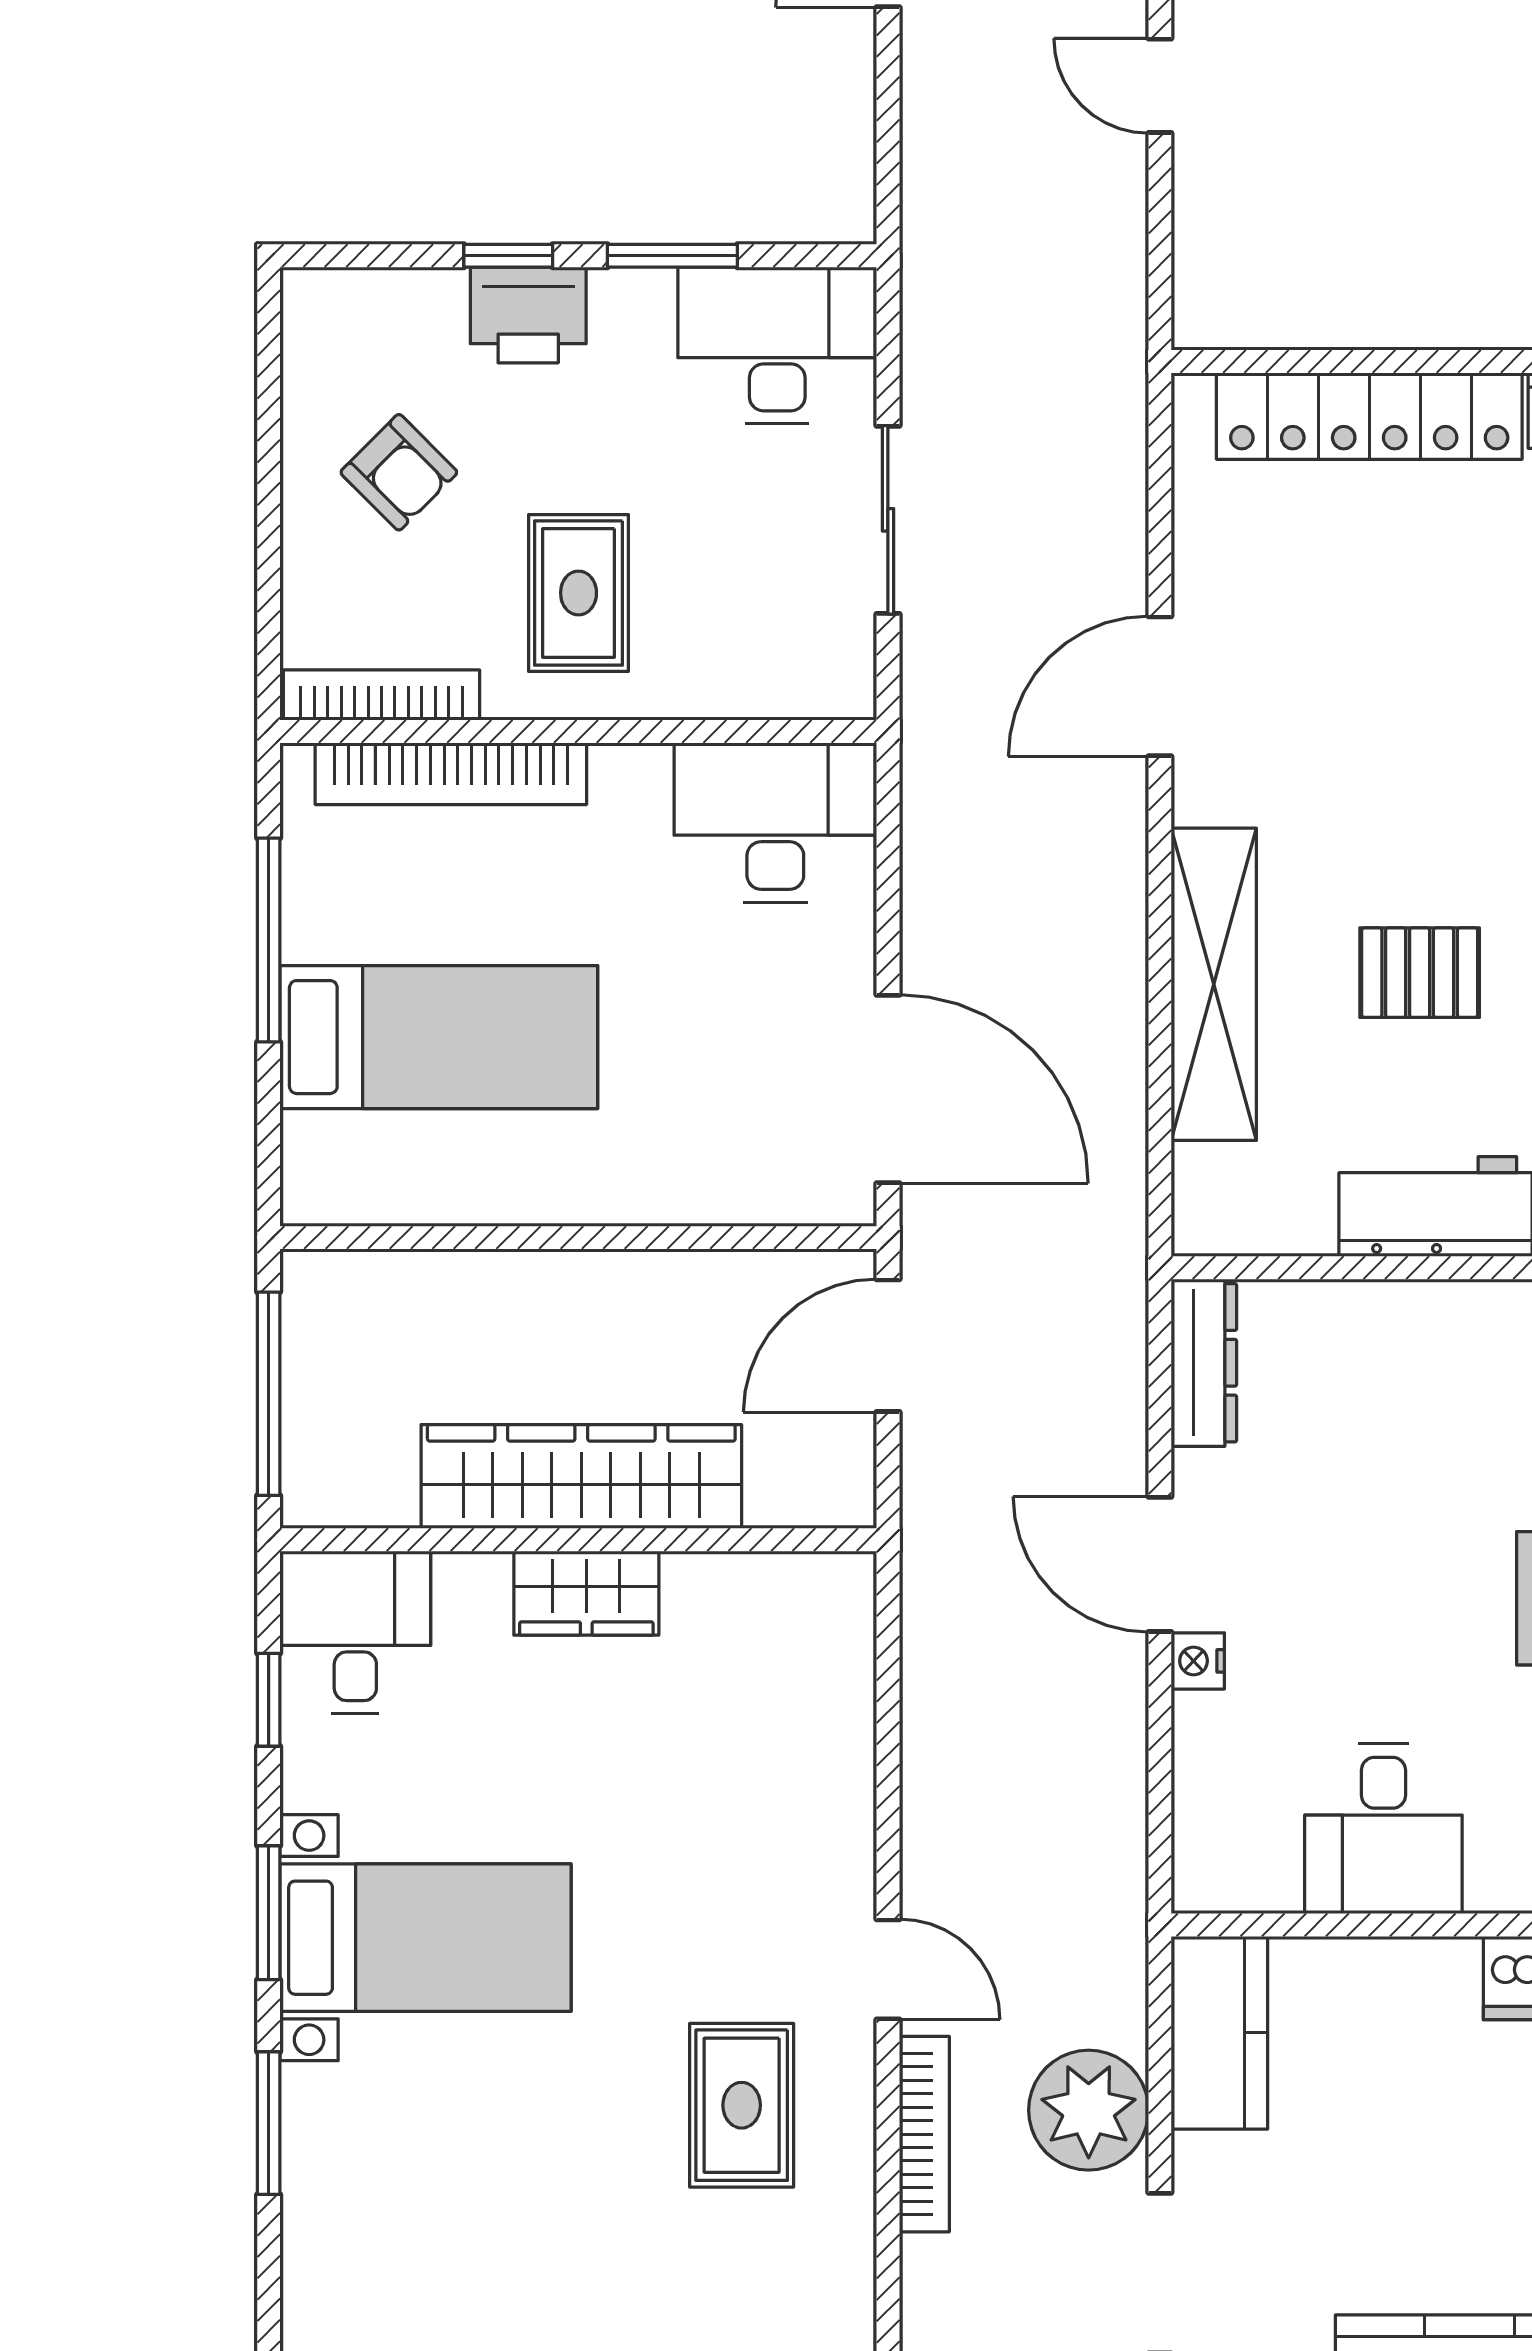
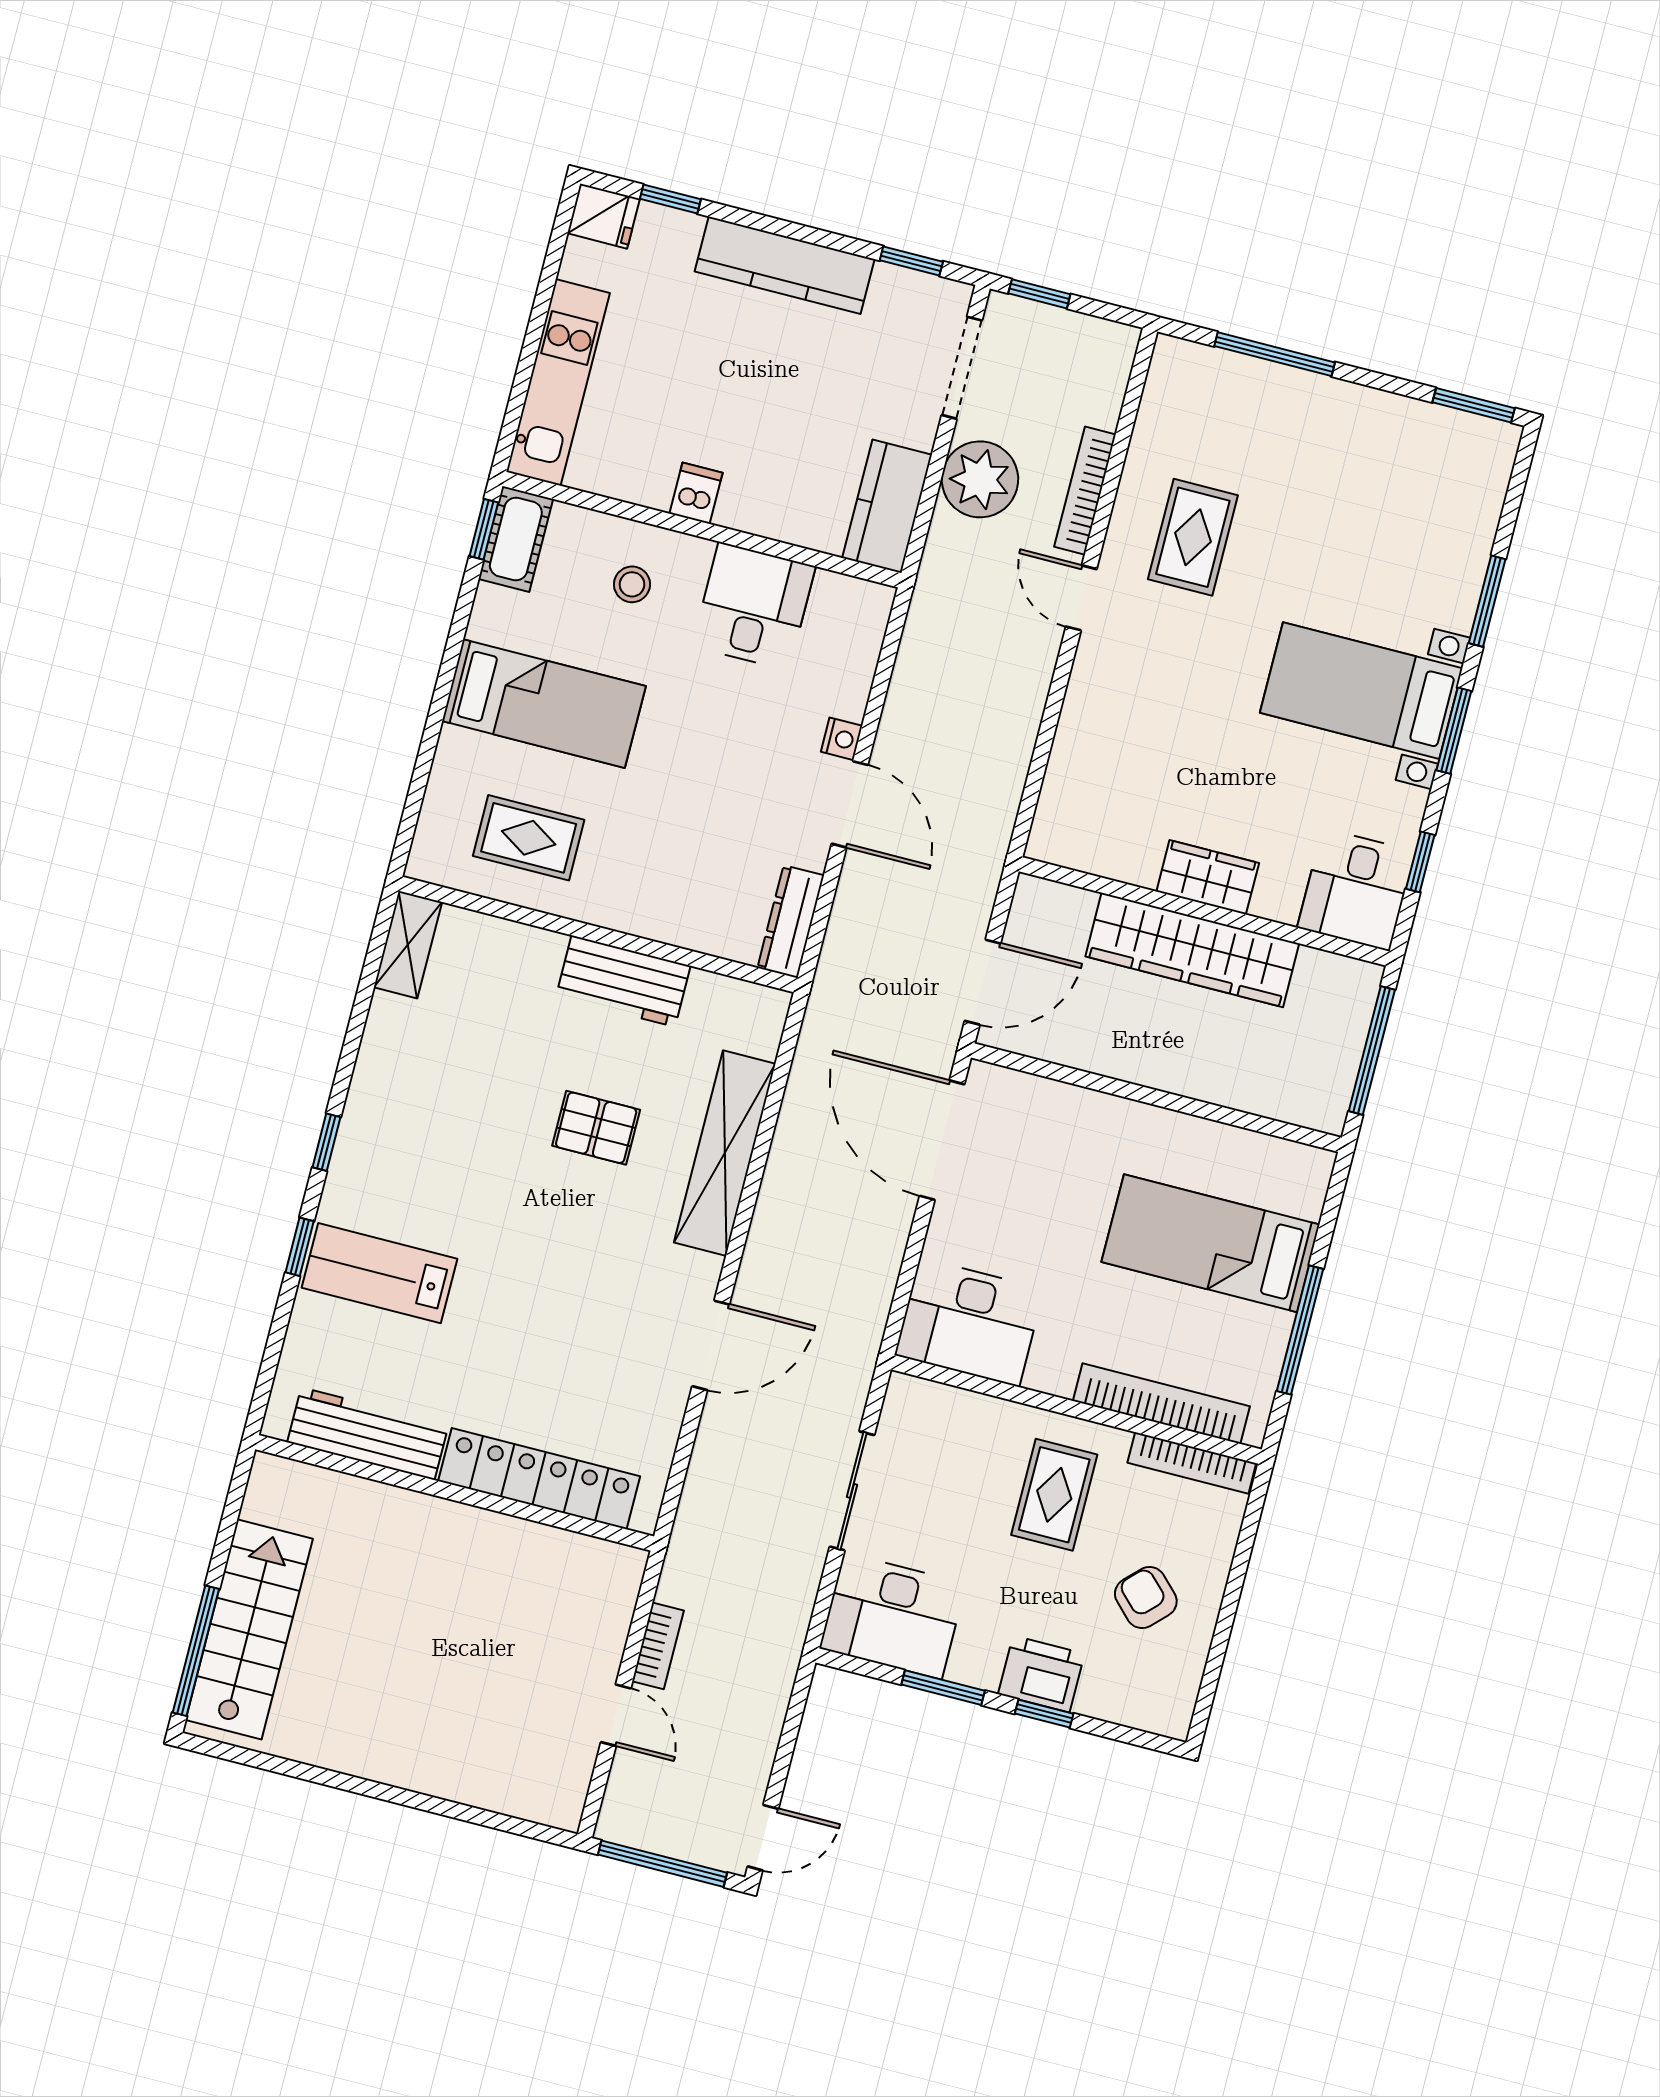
bookcase: (1123, 208) -> (658, 1646), added

